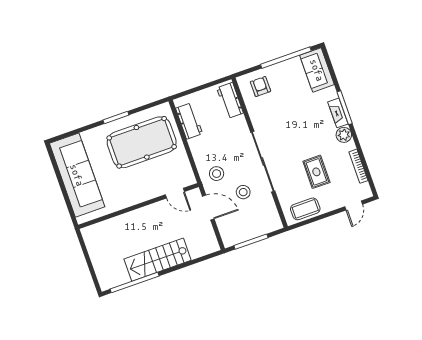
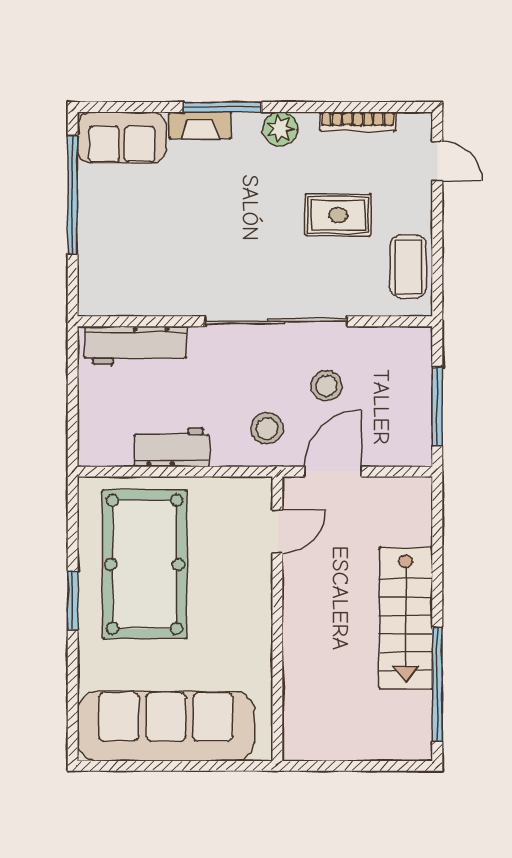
armchair: (260, 86) -> (115, 270), removed
workbench: (230, 100) -> (136, 345), width x1.38
fireplace: (338, 113) -> (200, 125), moved
workbench: (189, 121) -> (172, 448), moved

